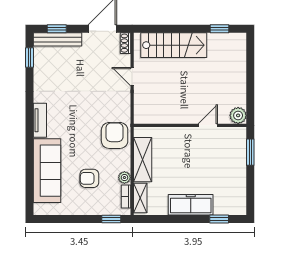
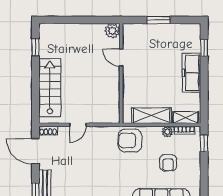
window: (250, 152) -> (159, 20), moved

